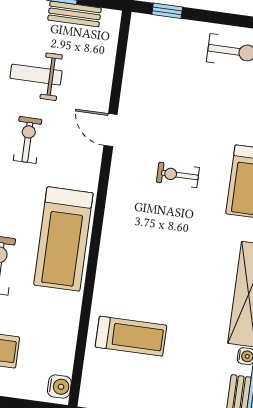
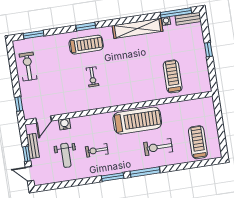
door: (111, 130) -> (44, 119), moved
water cooler: (59, 387) -> (65, 124), moved

